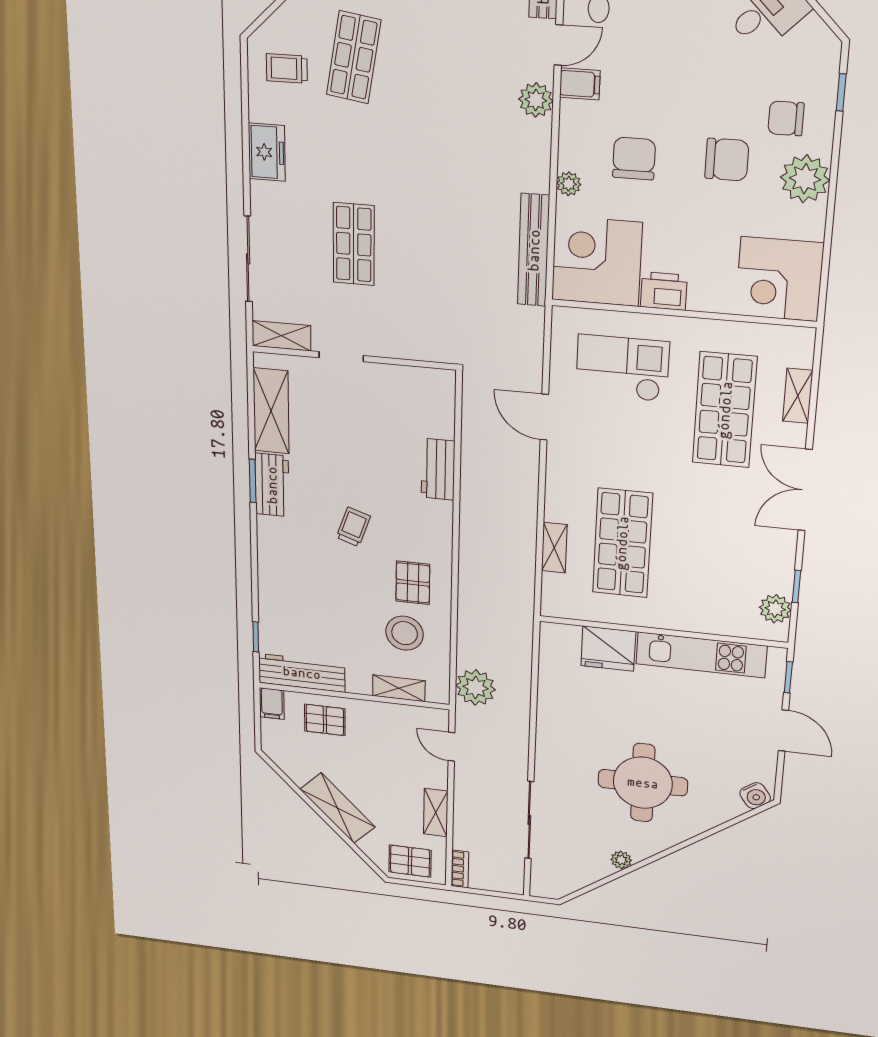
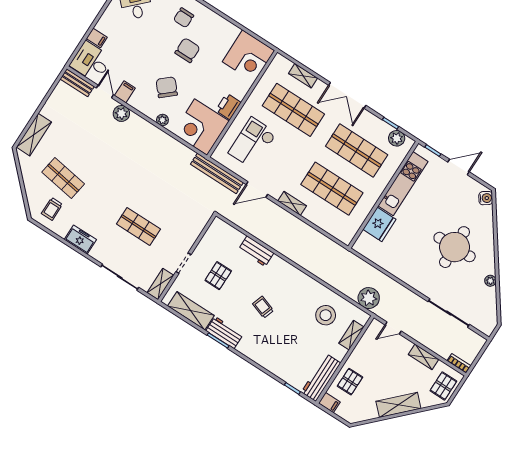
chair: (634, 159) -> (167, 87), turned 49
plant: (805, 179) -> (212, 23), removed
bench: (534, 250) -> (217, 173), moved
shelving: (554, 548) -> (292, 203), moved
shop shelf: (714, 552) -> (357, 151), added
pallet: (413, 583) -> (218, 276), moved, turned 90

